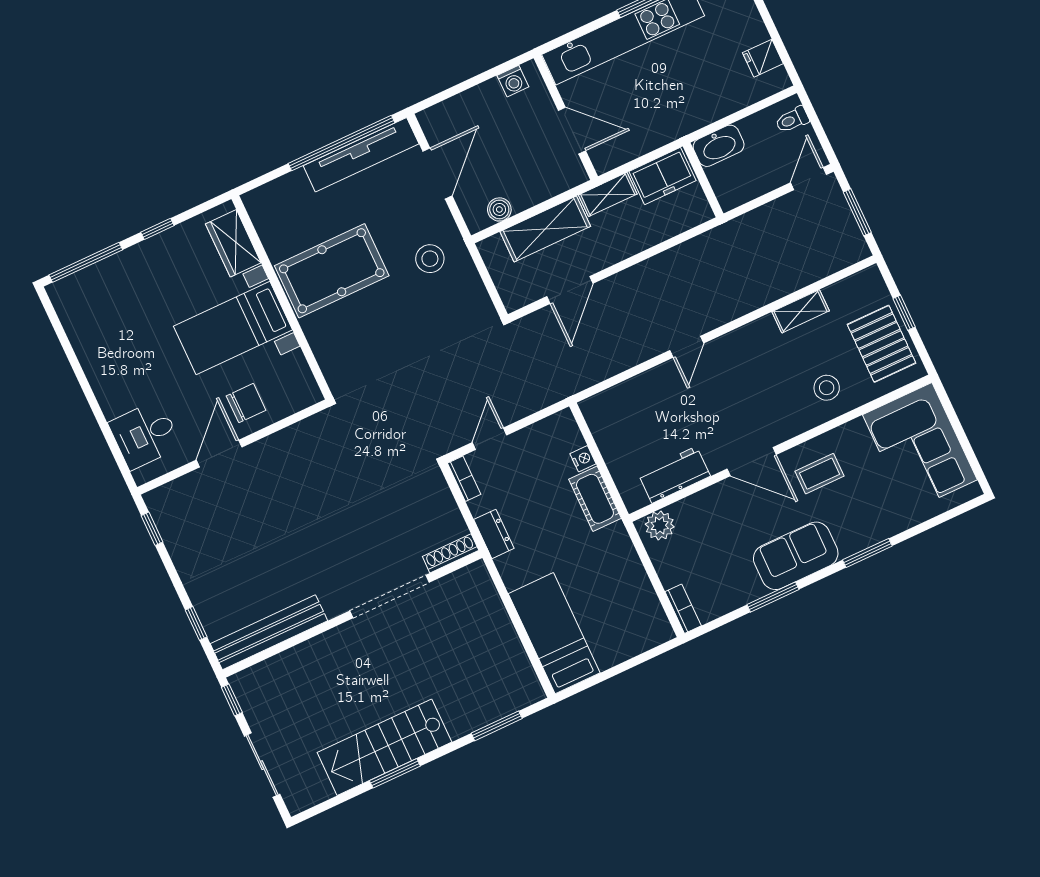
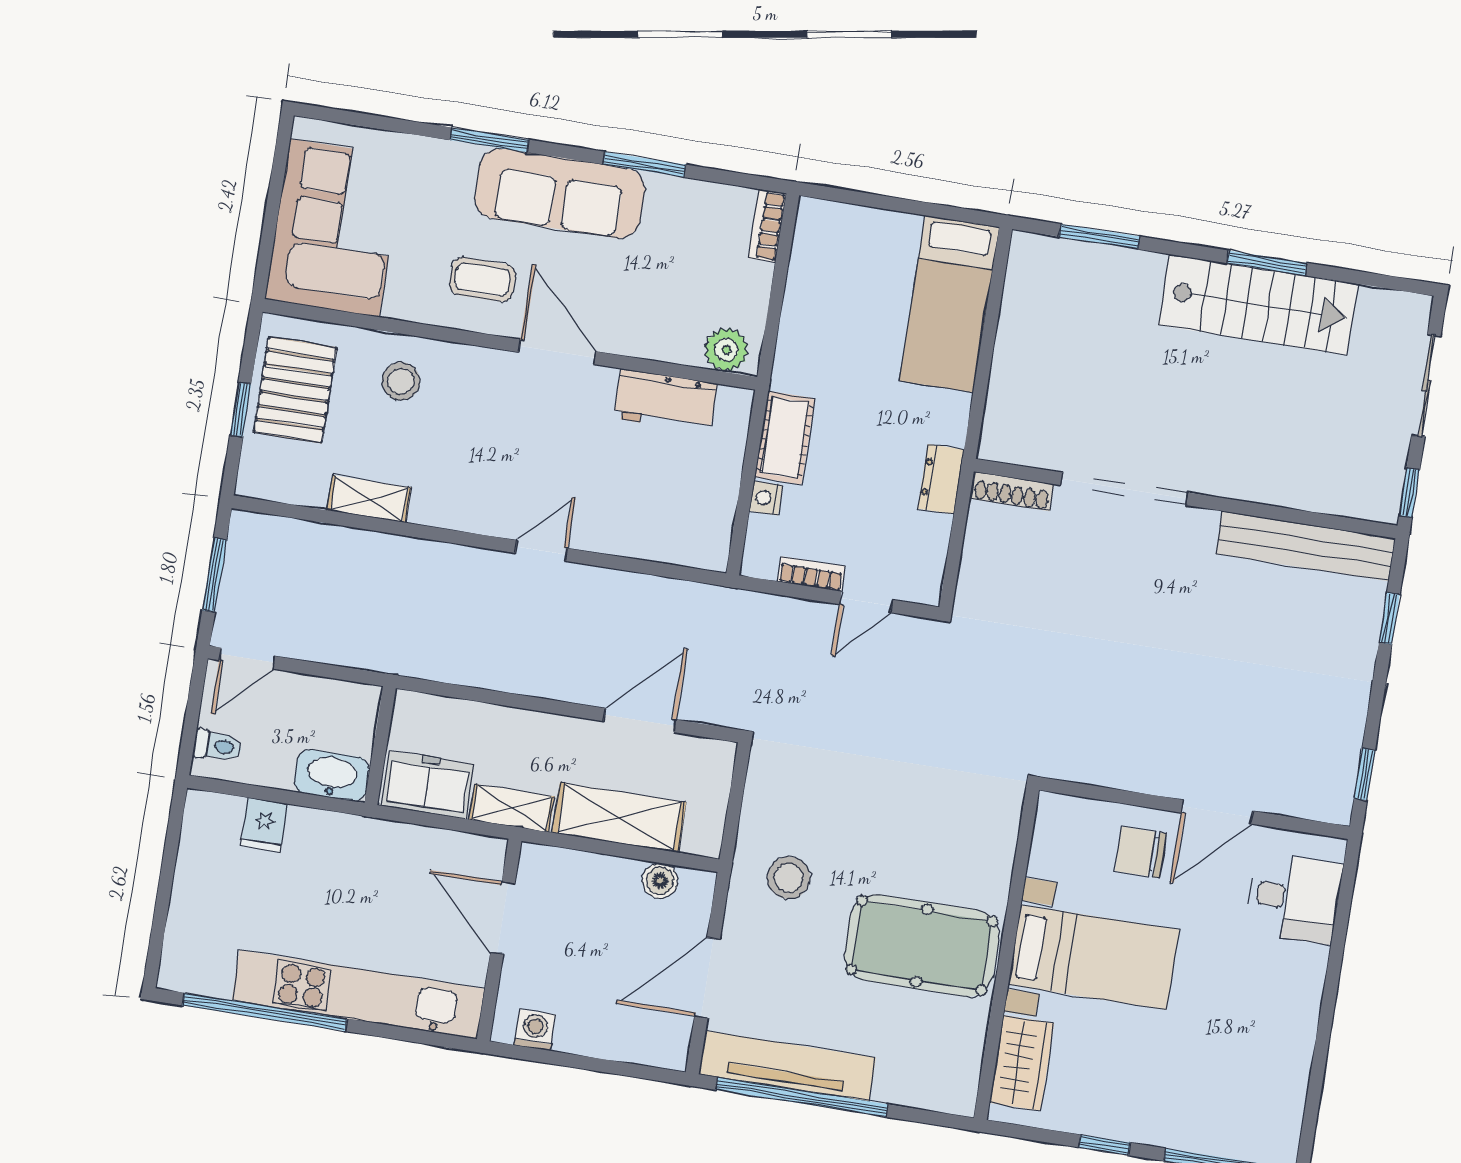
fridge: (763, 58) -> (264, 825), moved, turned 90
bookcase: (464, 479) -> (811, 574), moved, turned 90
sofa: (796, 556) -> (560, 193), width x1.36

